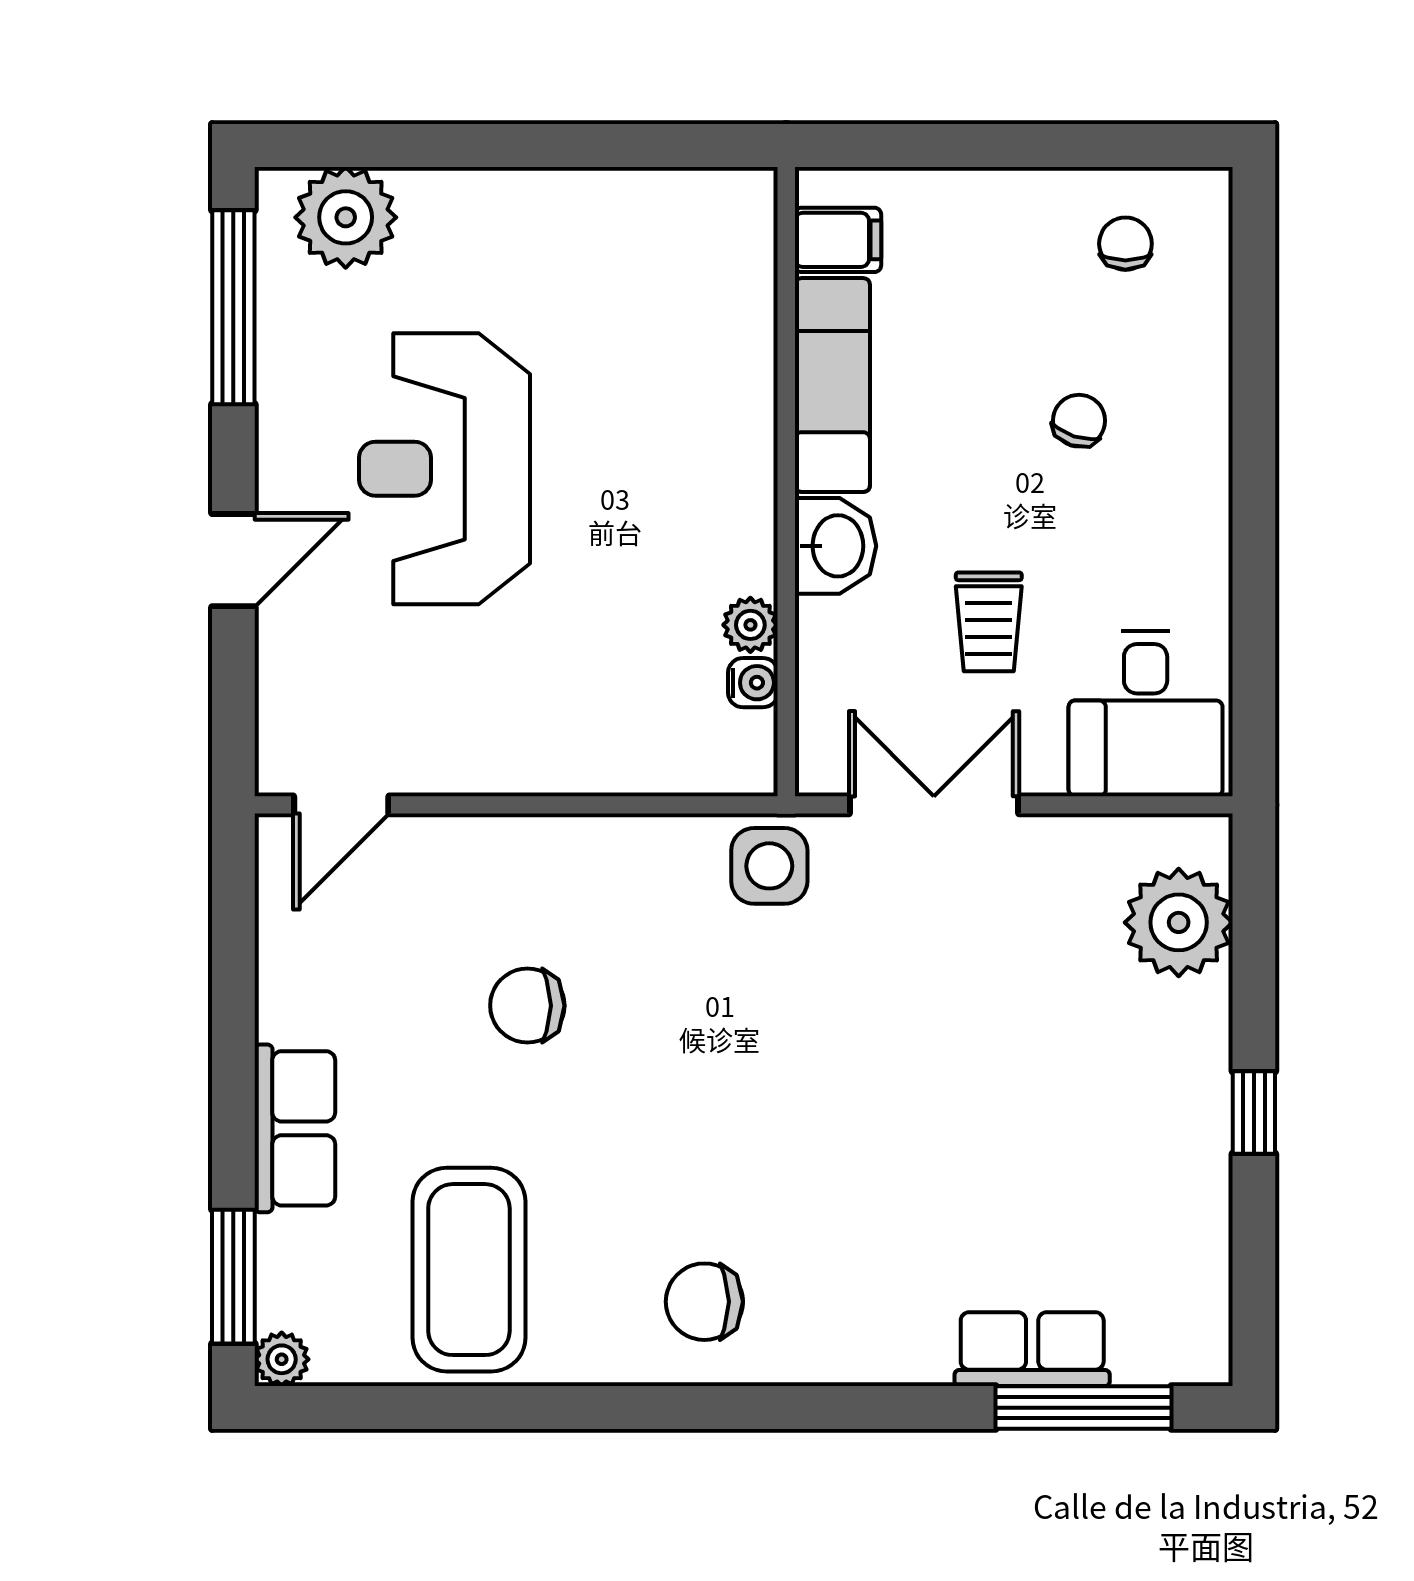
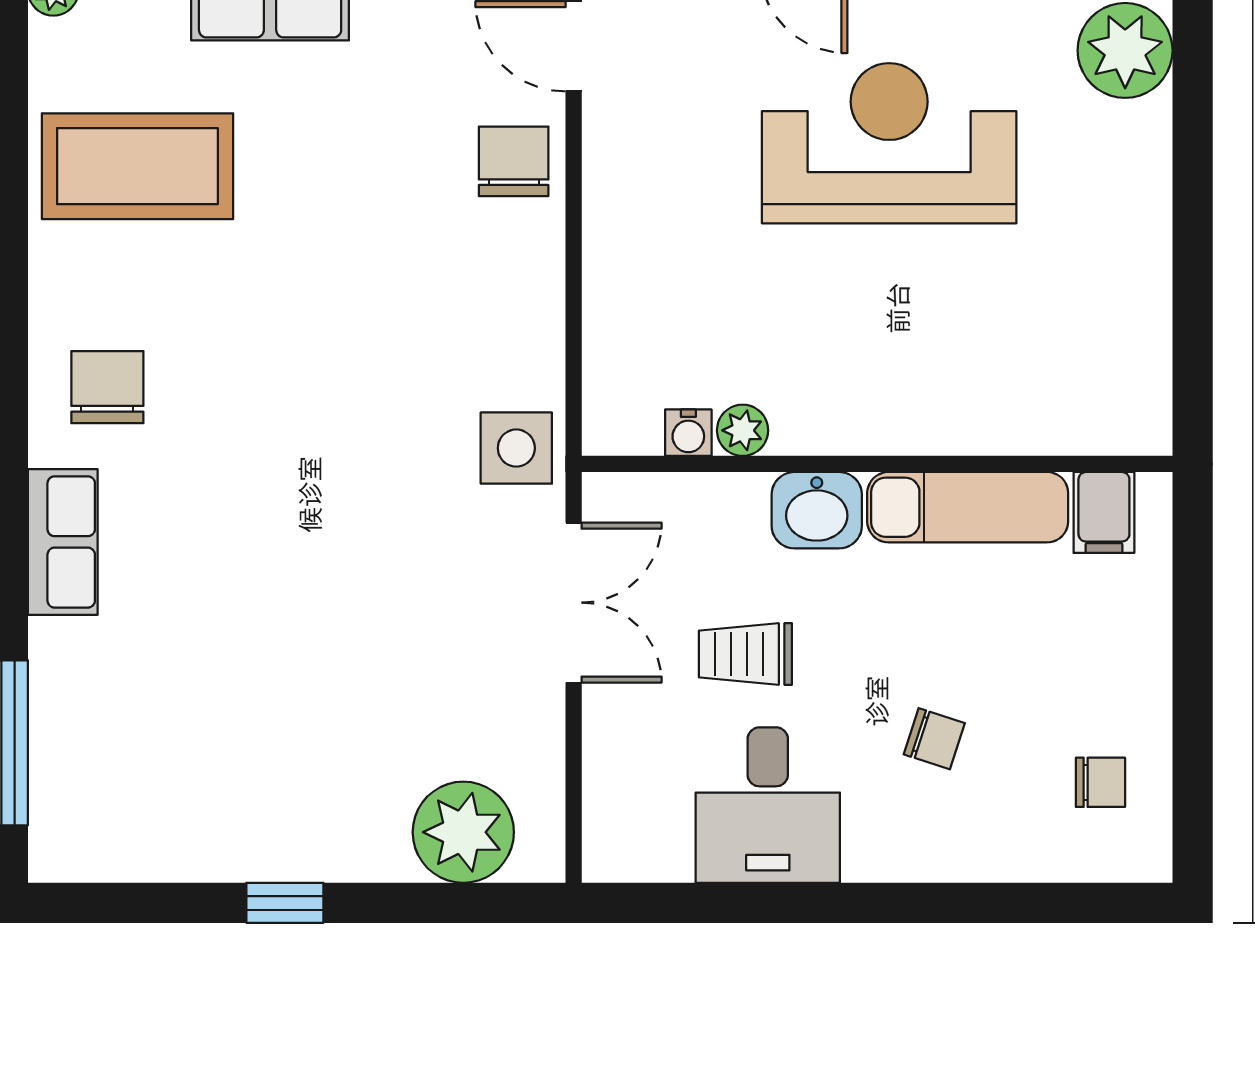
desk: (1146, 714) -> (768, 805), moved, turned -90
chair: (527, 1006) -> (514, 161), moved
row of seats: (1032, 1349) -> (63, 542), moved

